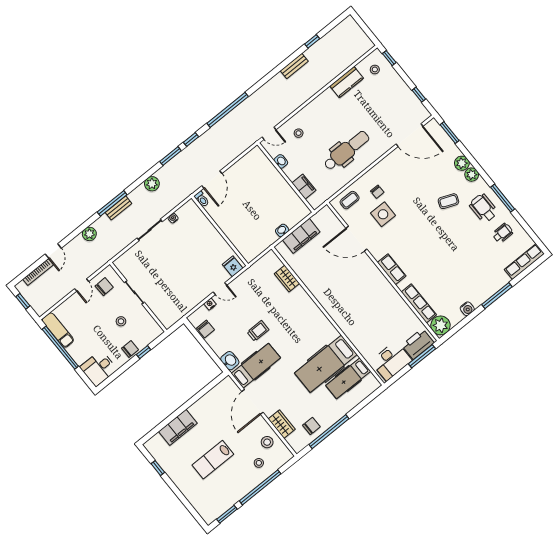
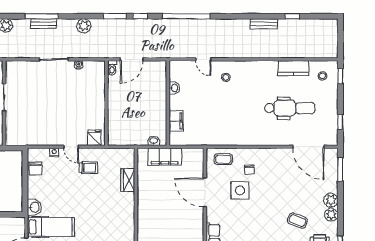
dental chair: (347, 150) -> (290, 108), moved
washbasin: (281, 161) -> (174, 88), moved
wall: (286, 178) -> (168, 103), moved
filing cabinet: (304, 187) -> (176, 121), moved
trolley: (258, 331) -> (89, 168), moved

